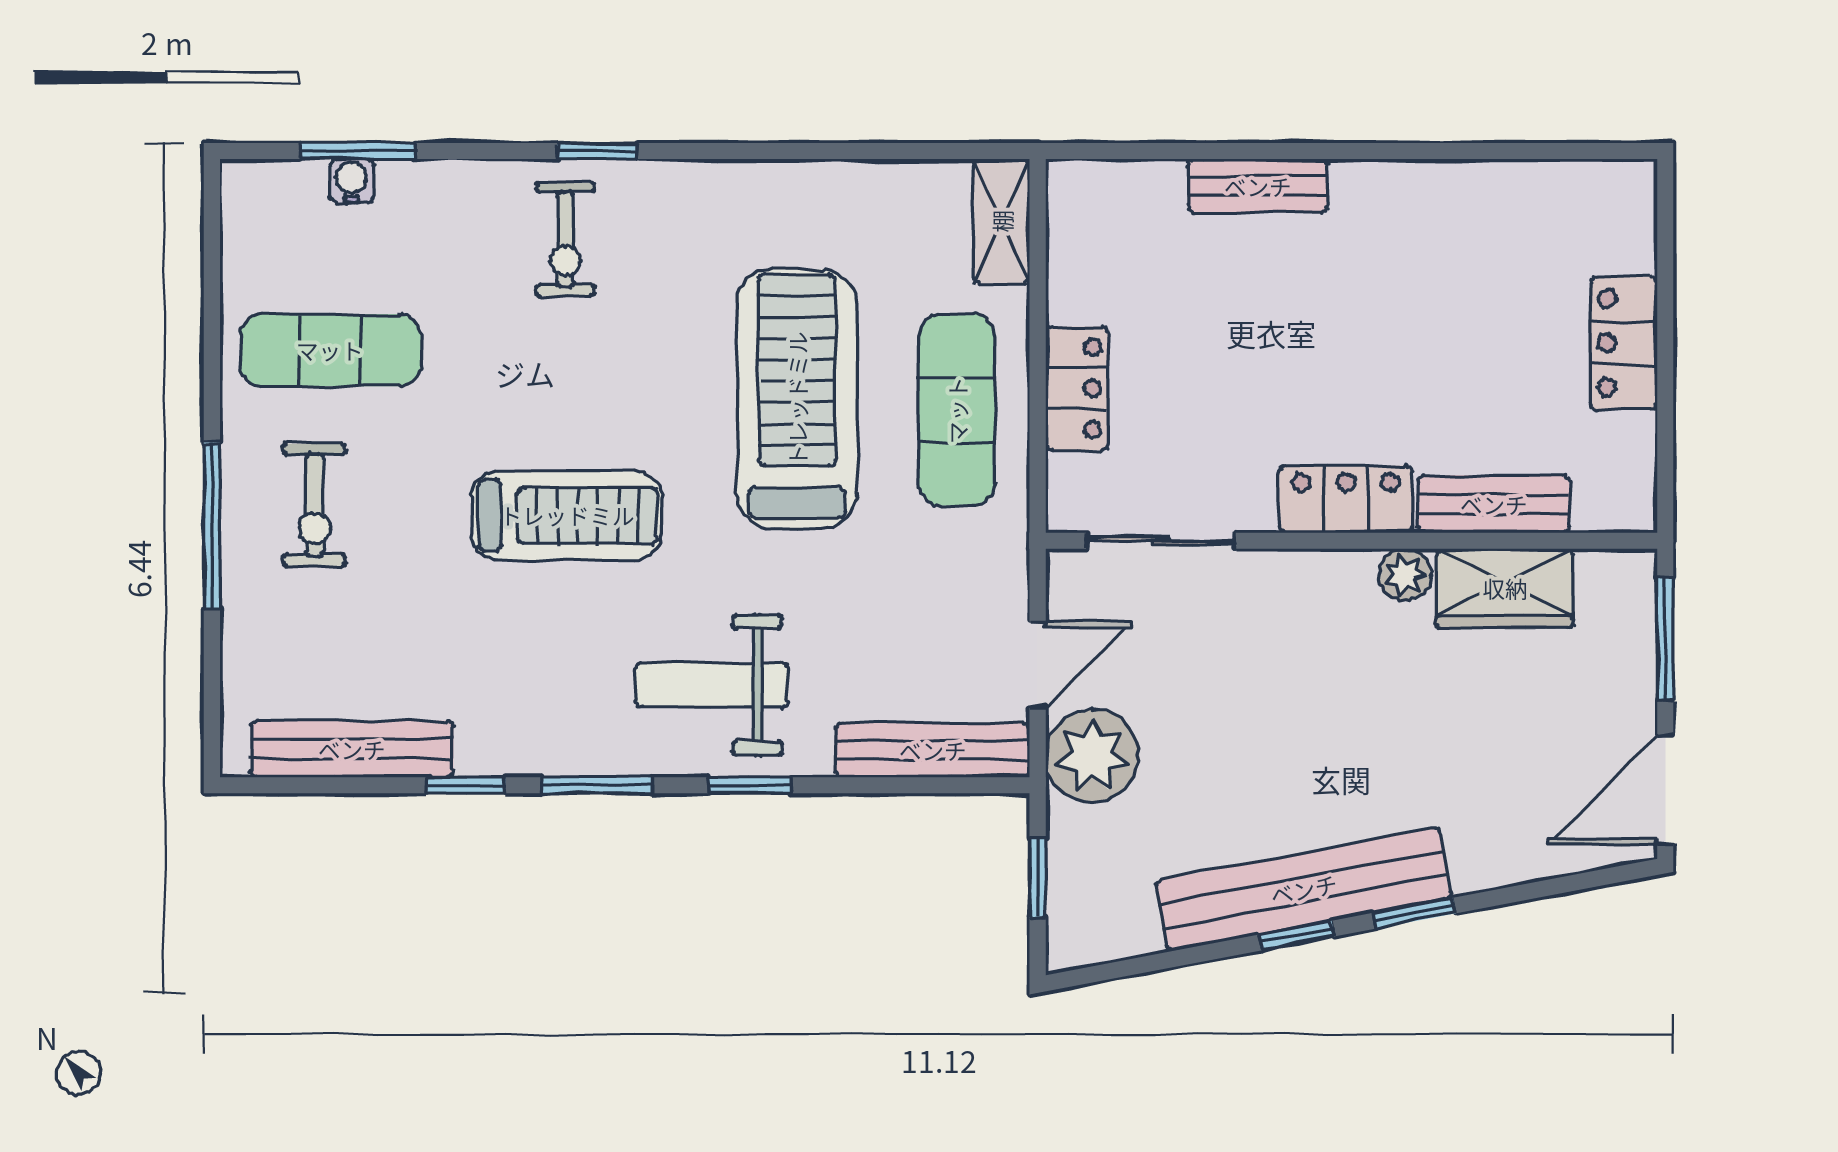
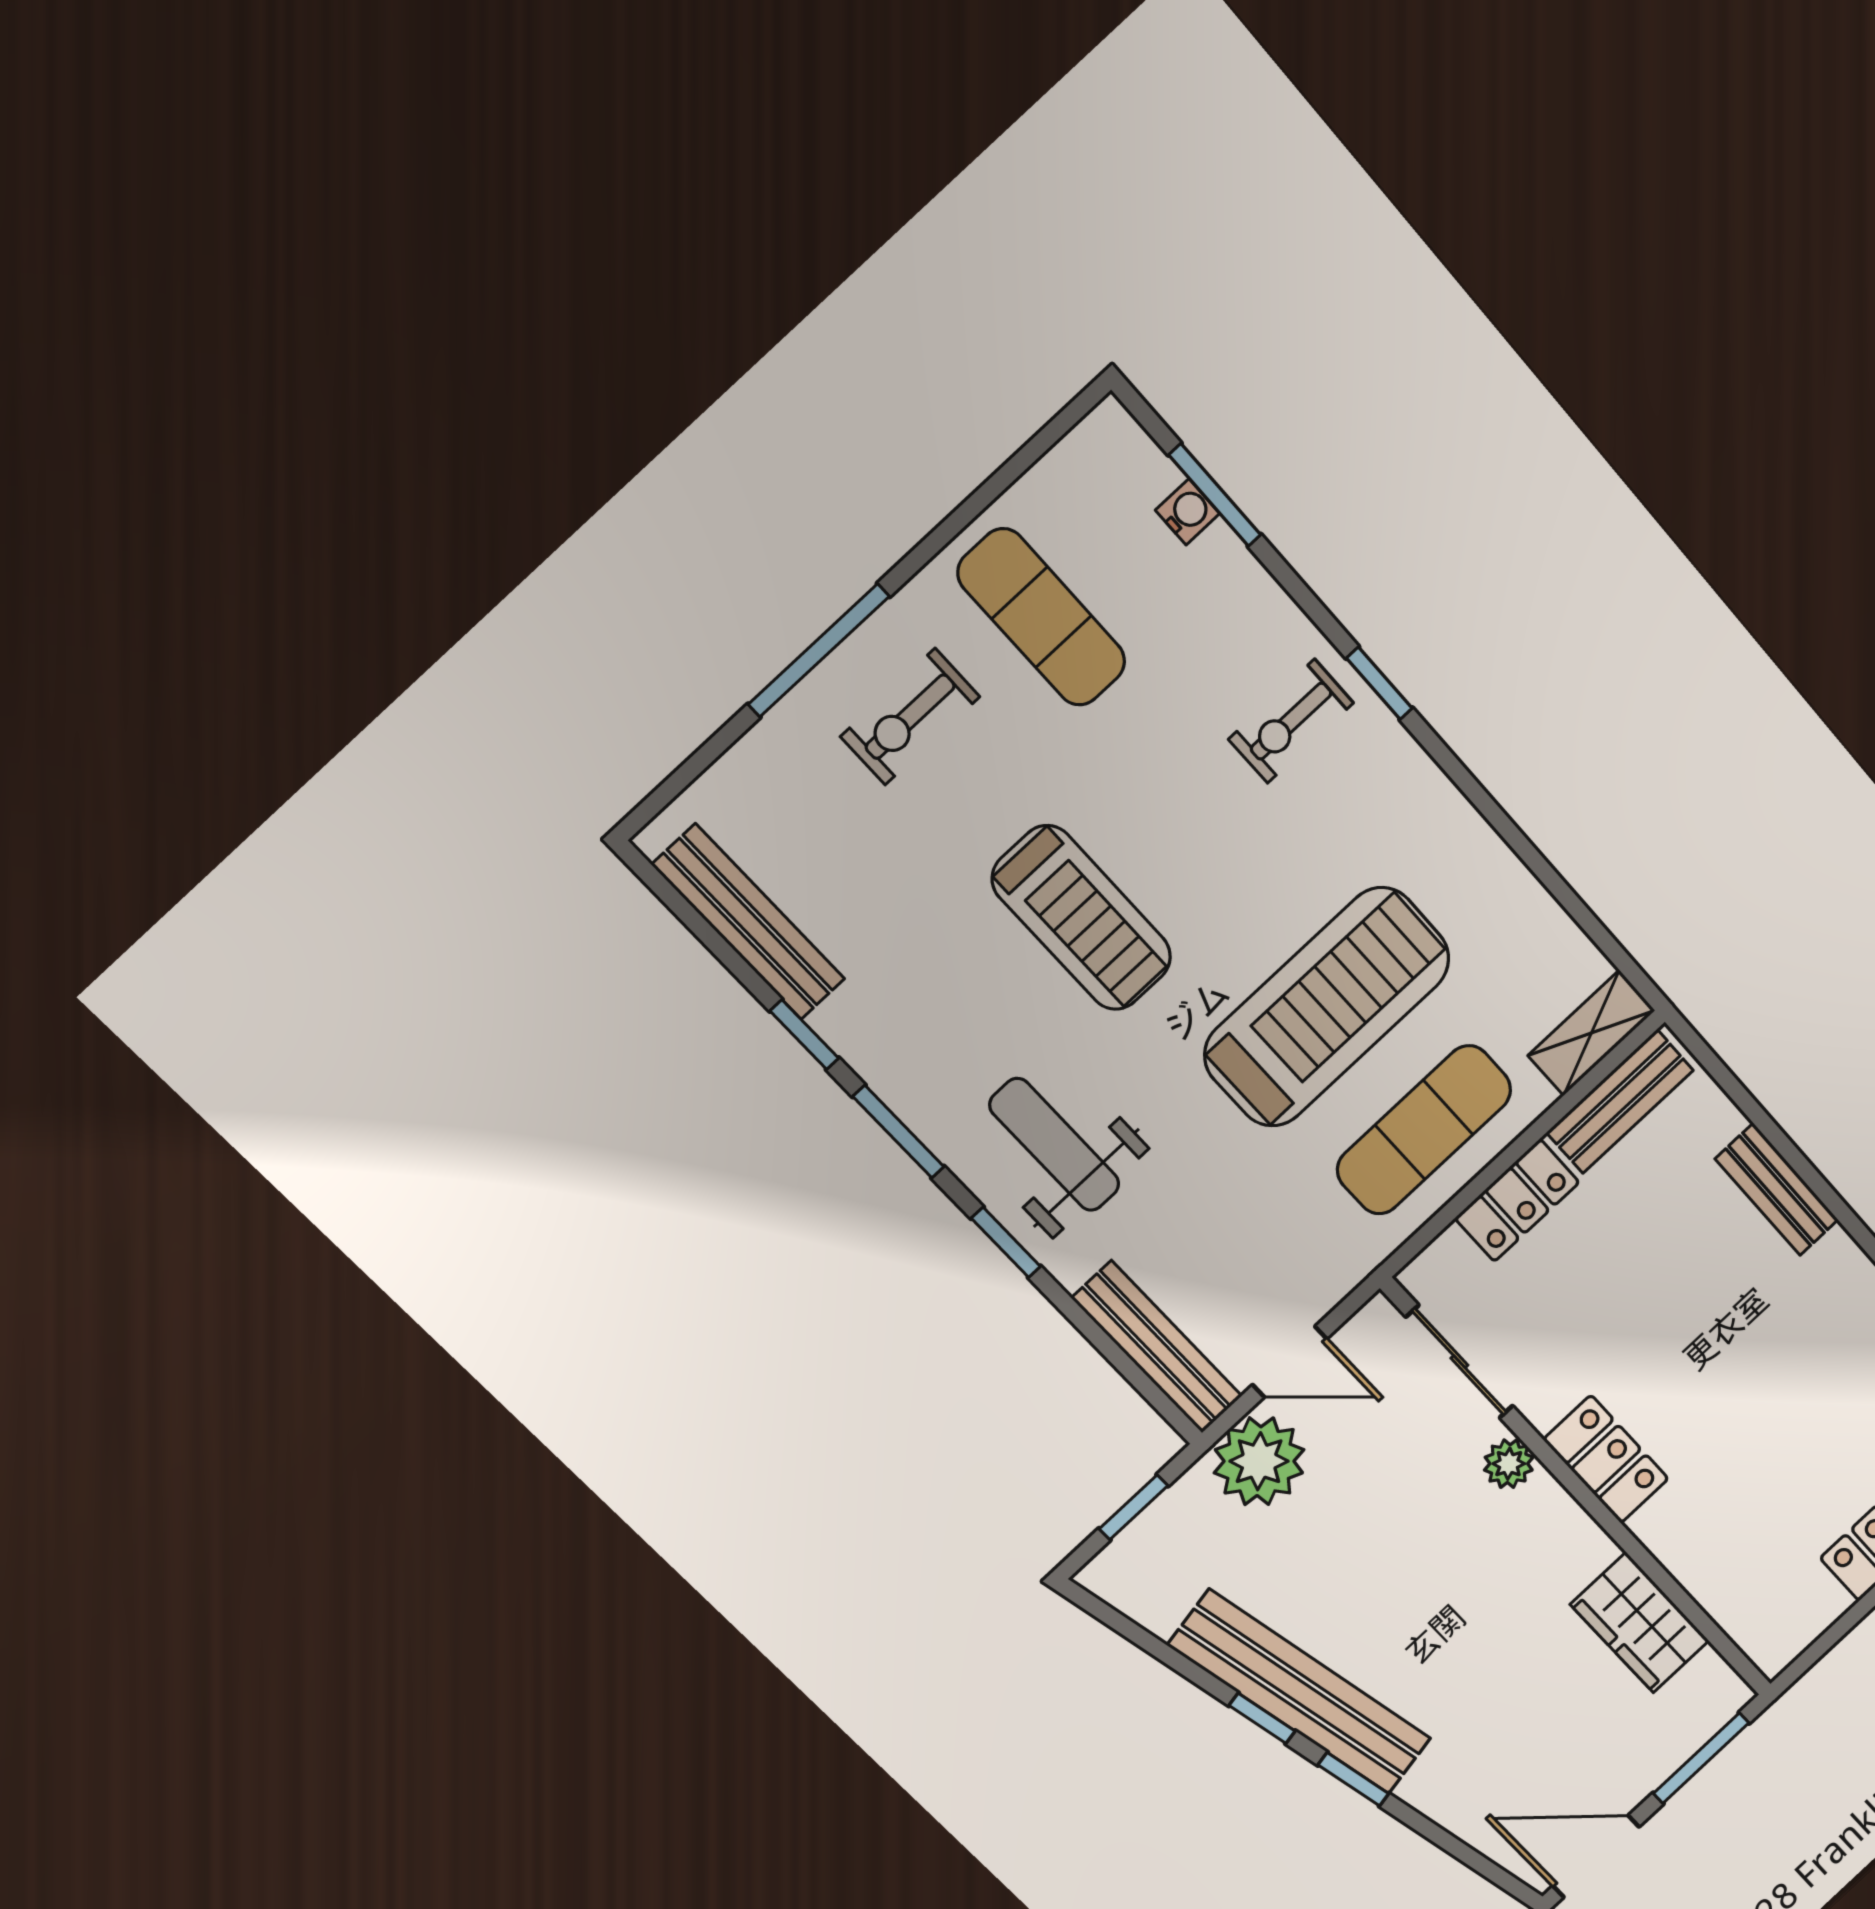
bench: (1494, 504) -> (1620, 1101), moved, turned 90
plant: (1405, 575) -> (1509, 1464), moved

